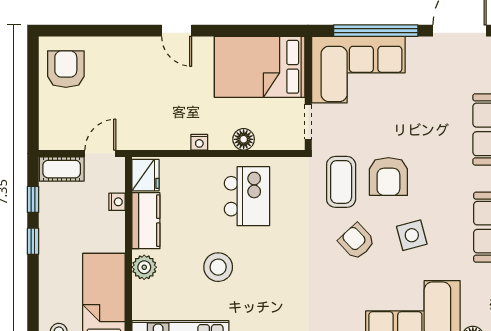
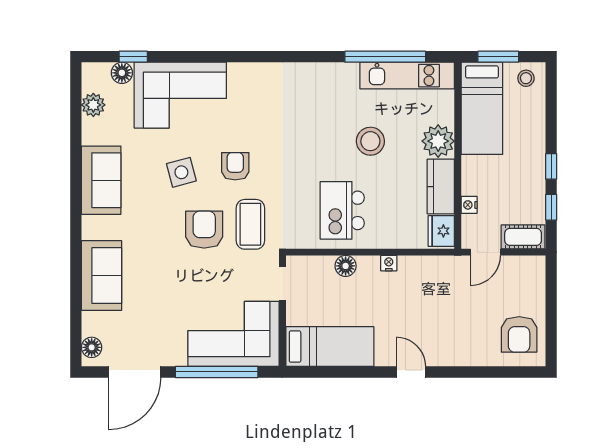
bed: (260, 67) -> (330, 347), width x0.67
armchair: (357, 241) -> (235, 166), turned -137
plant: (144, 267) -> (438, 141), width x1.36, depth x1.36

